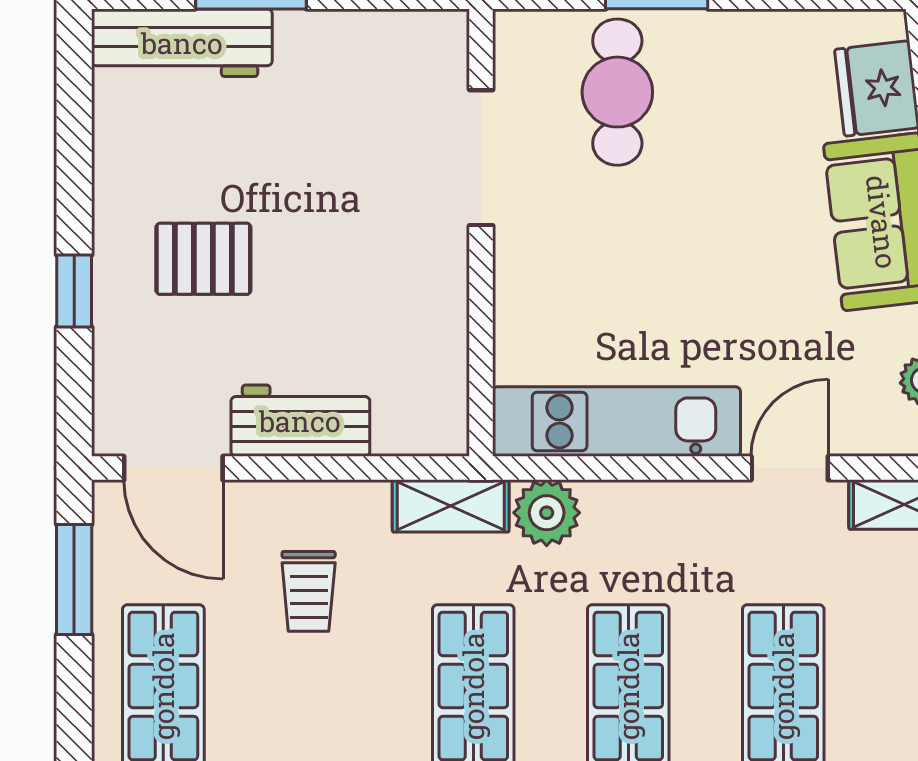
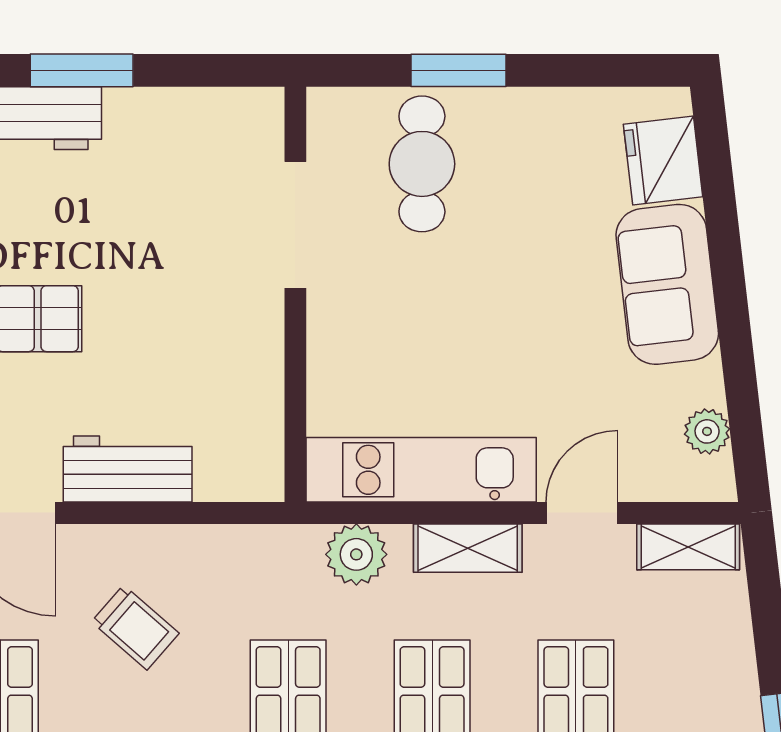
shelving: (451, 506) -> (468, 548), moved
trolley: (309, 591) -> (135, 627), turned -49

